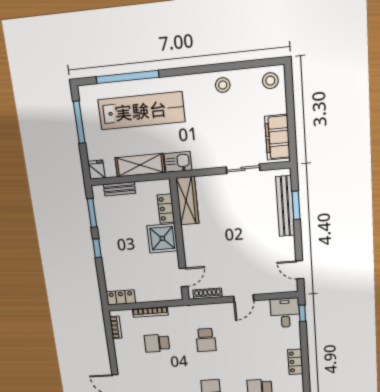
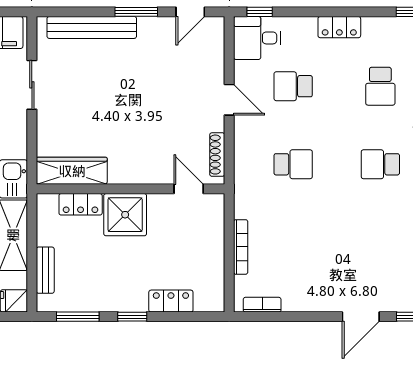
window: (296, 205) -> (136, 12), moved
locker: (121, 297) -> (171, 301), moved, turned 90
school desk: (157, 343) -> (293, 86), moved, turned 90

